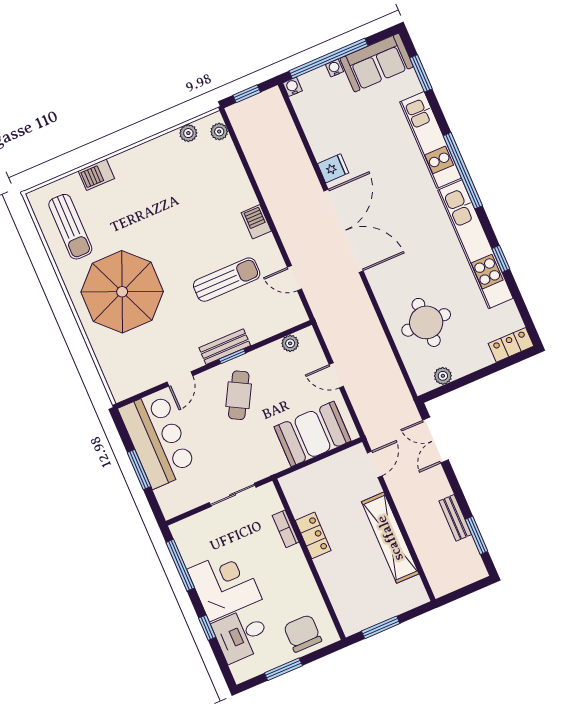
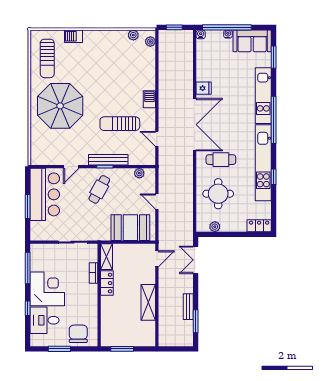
cafe table: (408, 268) -> (221, 160), added
sun lounger: (227, 280) -> (120, 124), turned 180
bench: (225, 347) -> (108, 160), width x1.36
shelving: (295, 495) -> (106, 257), added
shelving: (390, 538) -> (148, 302), width x0.68

